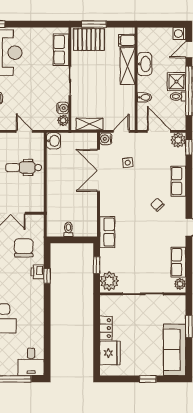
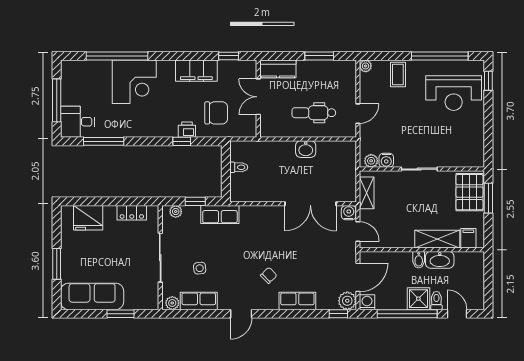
washing machine: (179, 34) -> (367, 302), moved
row of seats: (61, 50) -> (457, 158), removed
toilet: (178, 96) -> (436, 301), moved
bidet: (144, 97) -> (419, 260), moved
washbasin: (53, 141) -> (306, 149), moved
side table: (128, 163) -> (200, 268), moved
dental chair: (24, 168) -> (314, 113), turned -90
double door: (98, 170) -> (310, 204), swing flipped
row of seats: (107, 232) -> (220, 214), moved
plant: (109, 281) -> (176, 212), width x0.53, depth x0.53
locker: (106, 328) -> (132, 213), moved
window: (47, 340) -> (104, 141), added
window: (148, 379) -> (57, 264), width x1.50

